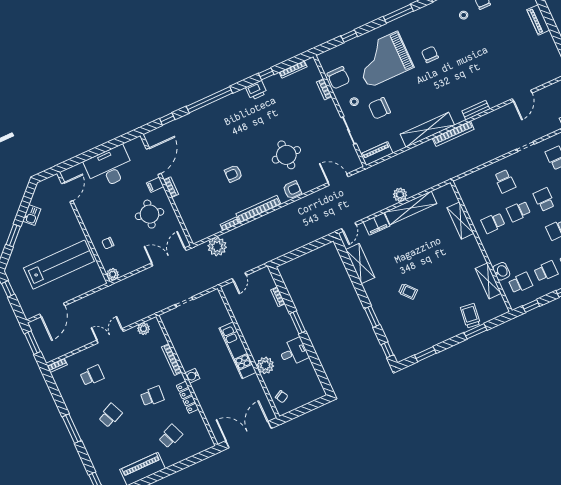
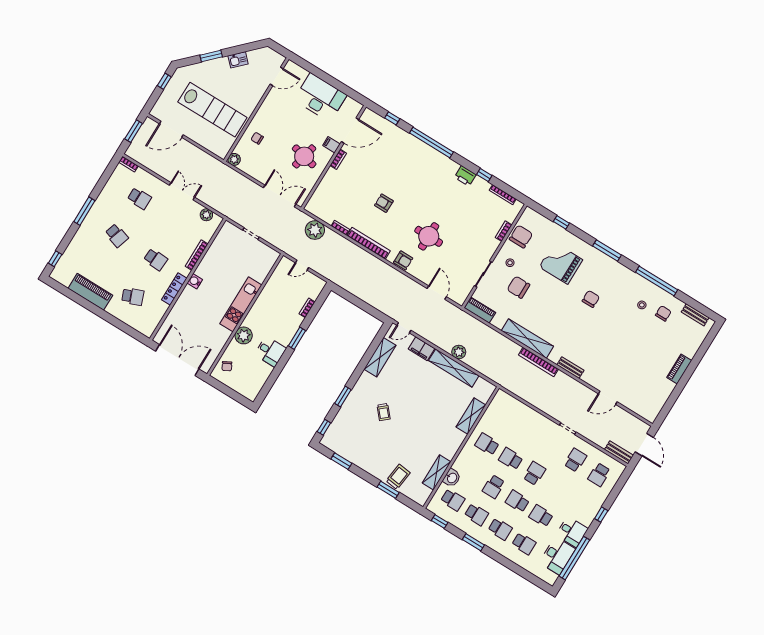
grand piano: (383, 59) -> (561, 263), width x0.73, depth x0.68
chair: (338, 78) -> (521, 237), turned 180
school desk: (505, 181) -> (494, 487), moved
school desk: (110, 415) -> (117, 235), turned 42

